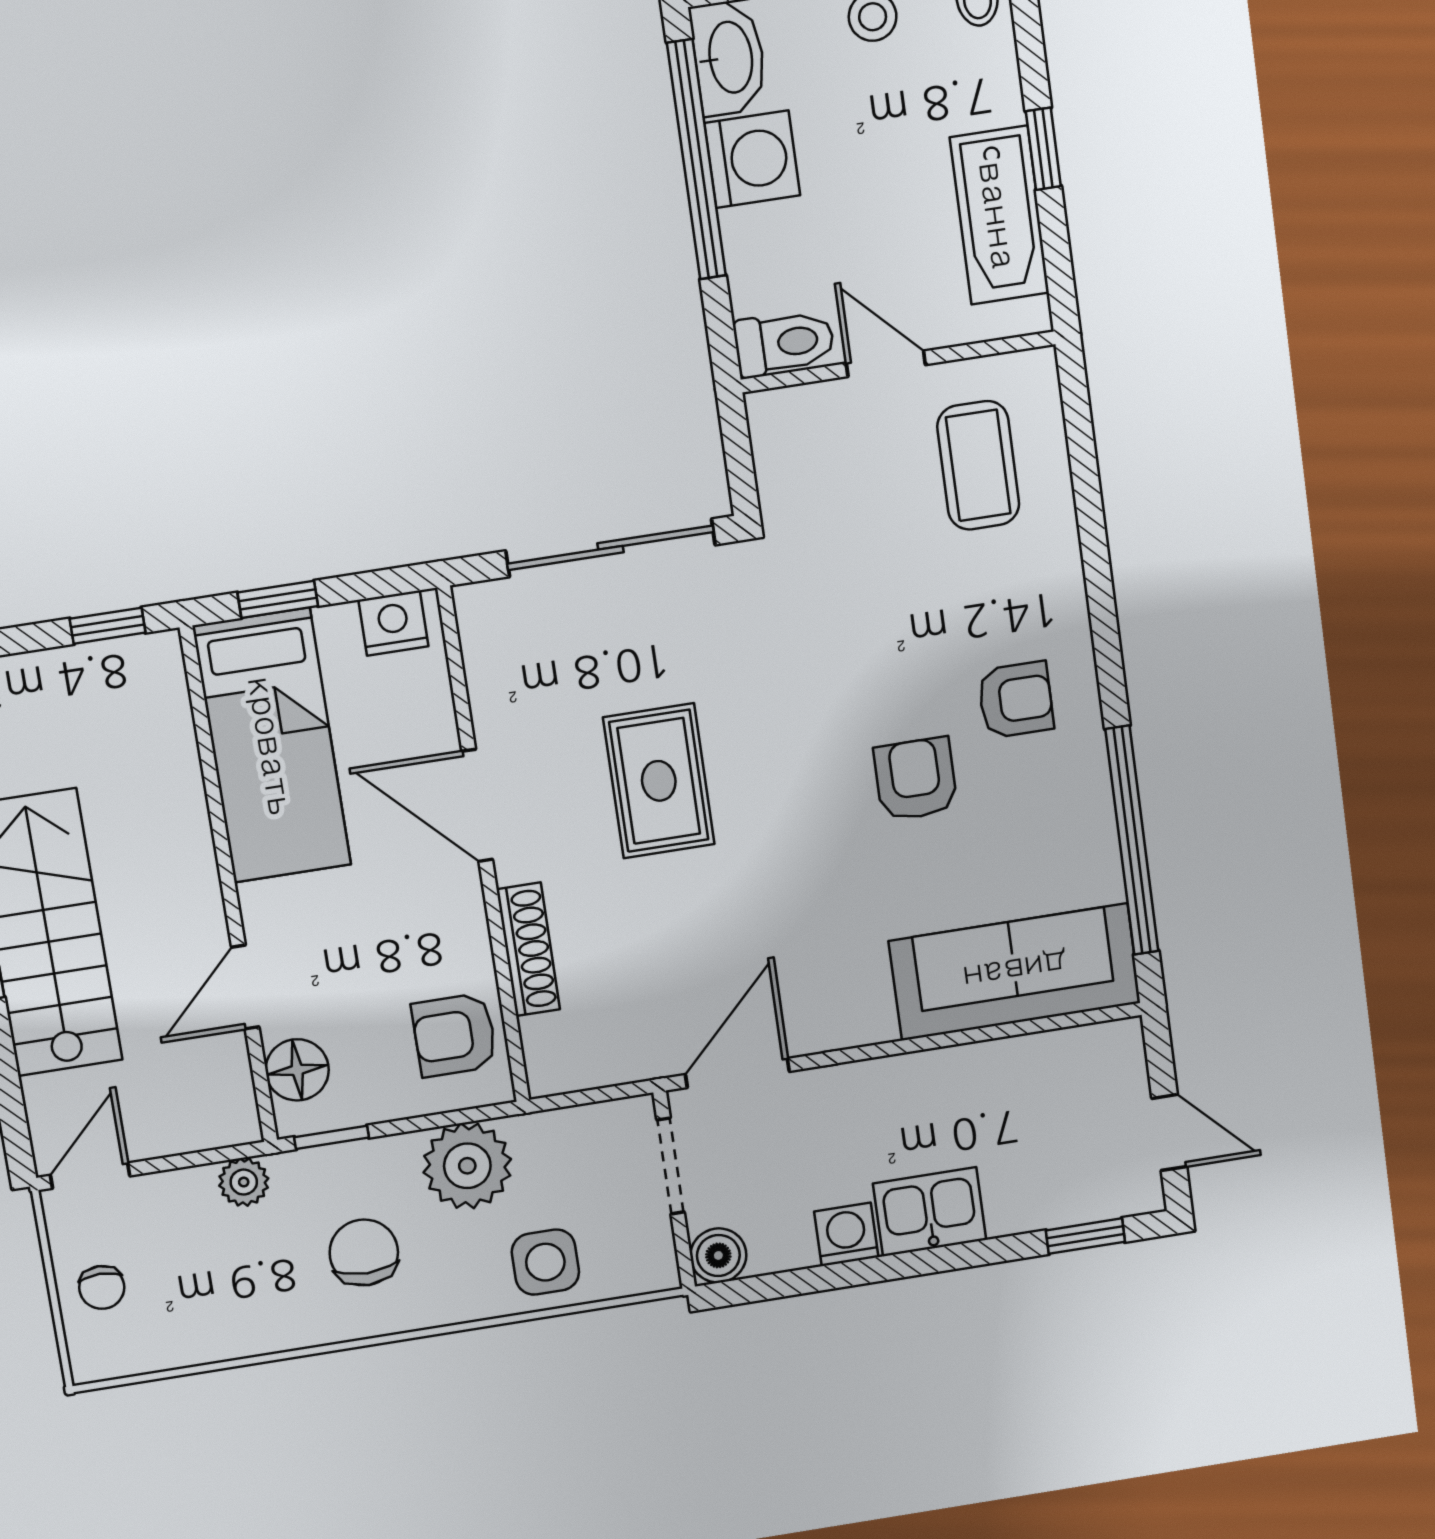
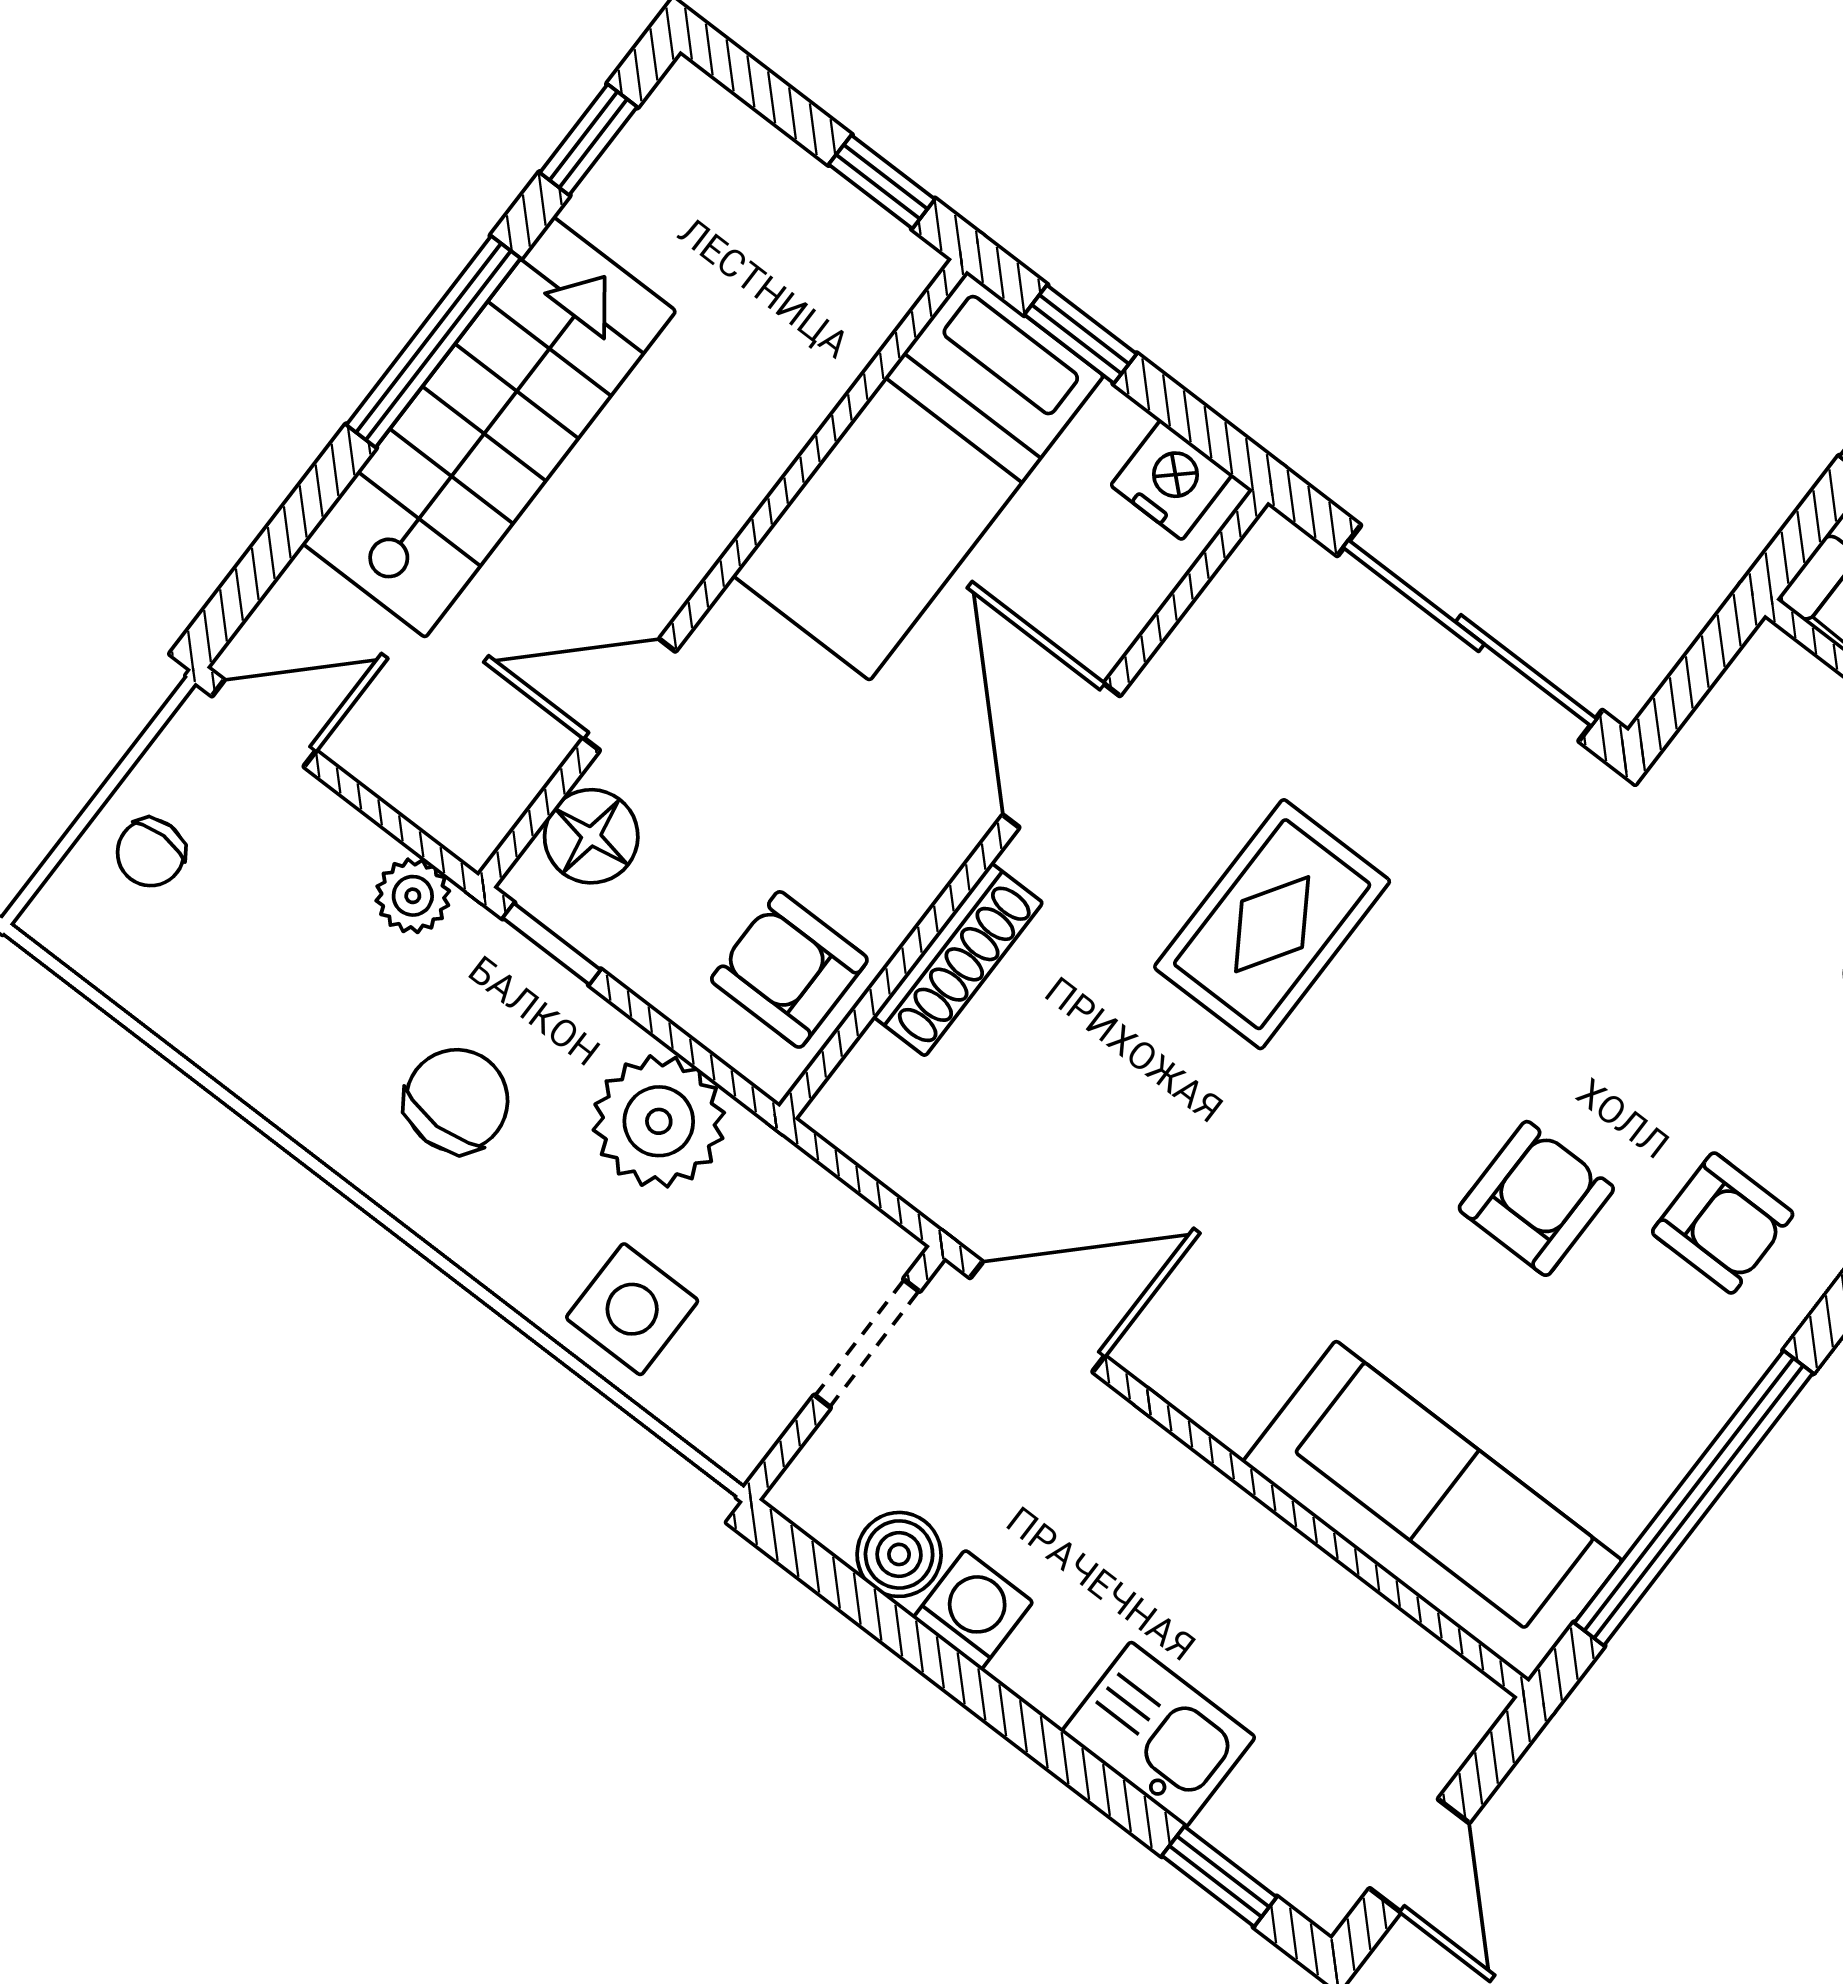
kitchen sink: (930, 1212) -> (1158, 1734), moved
boiler: (718, 1255) -> (899, 1554), moved

